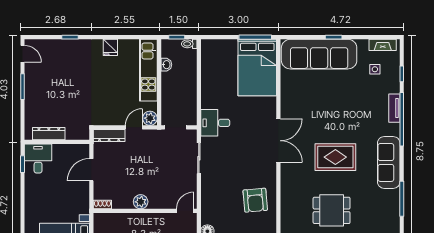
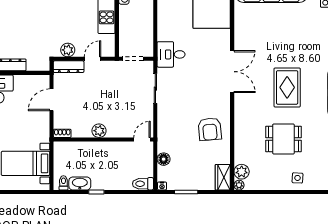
plant: (150, 118) -> (68, 50), moved
rug: (335, 157) -> (287, 87), turned 90

